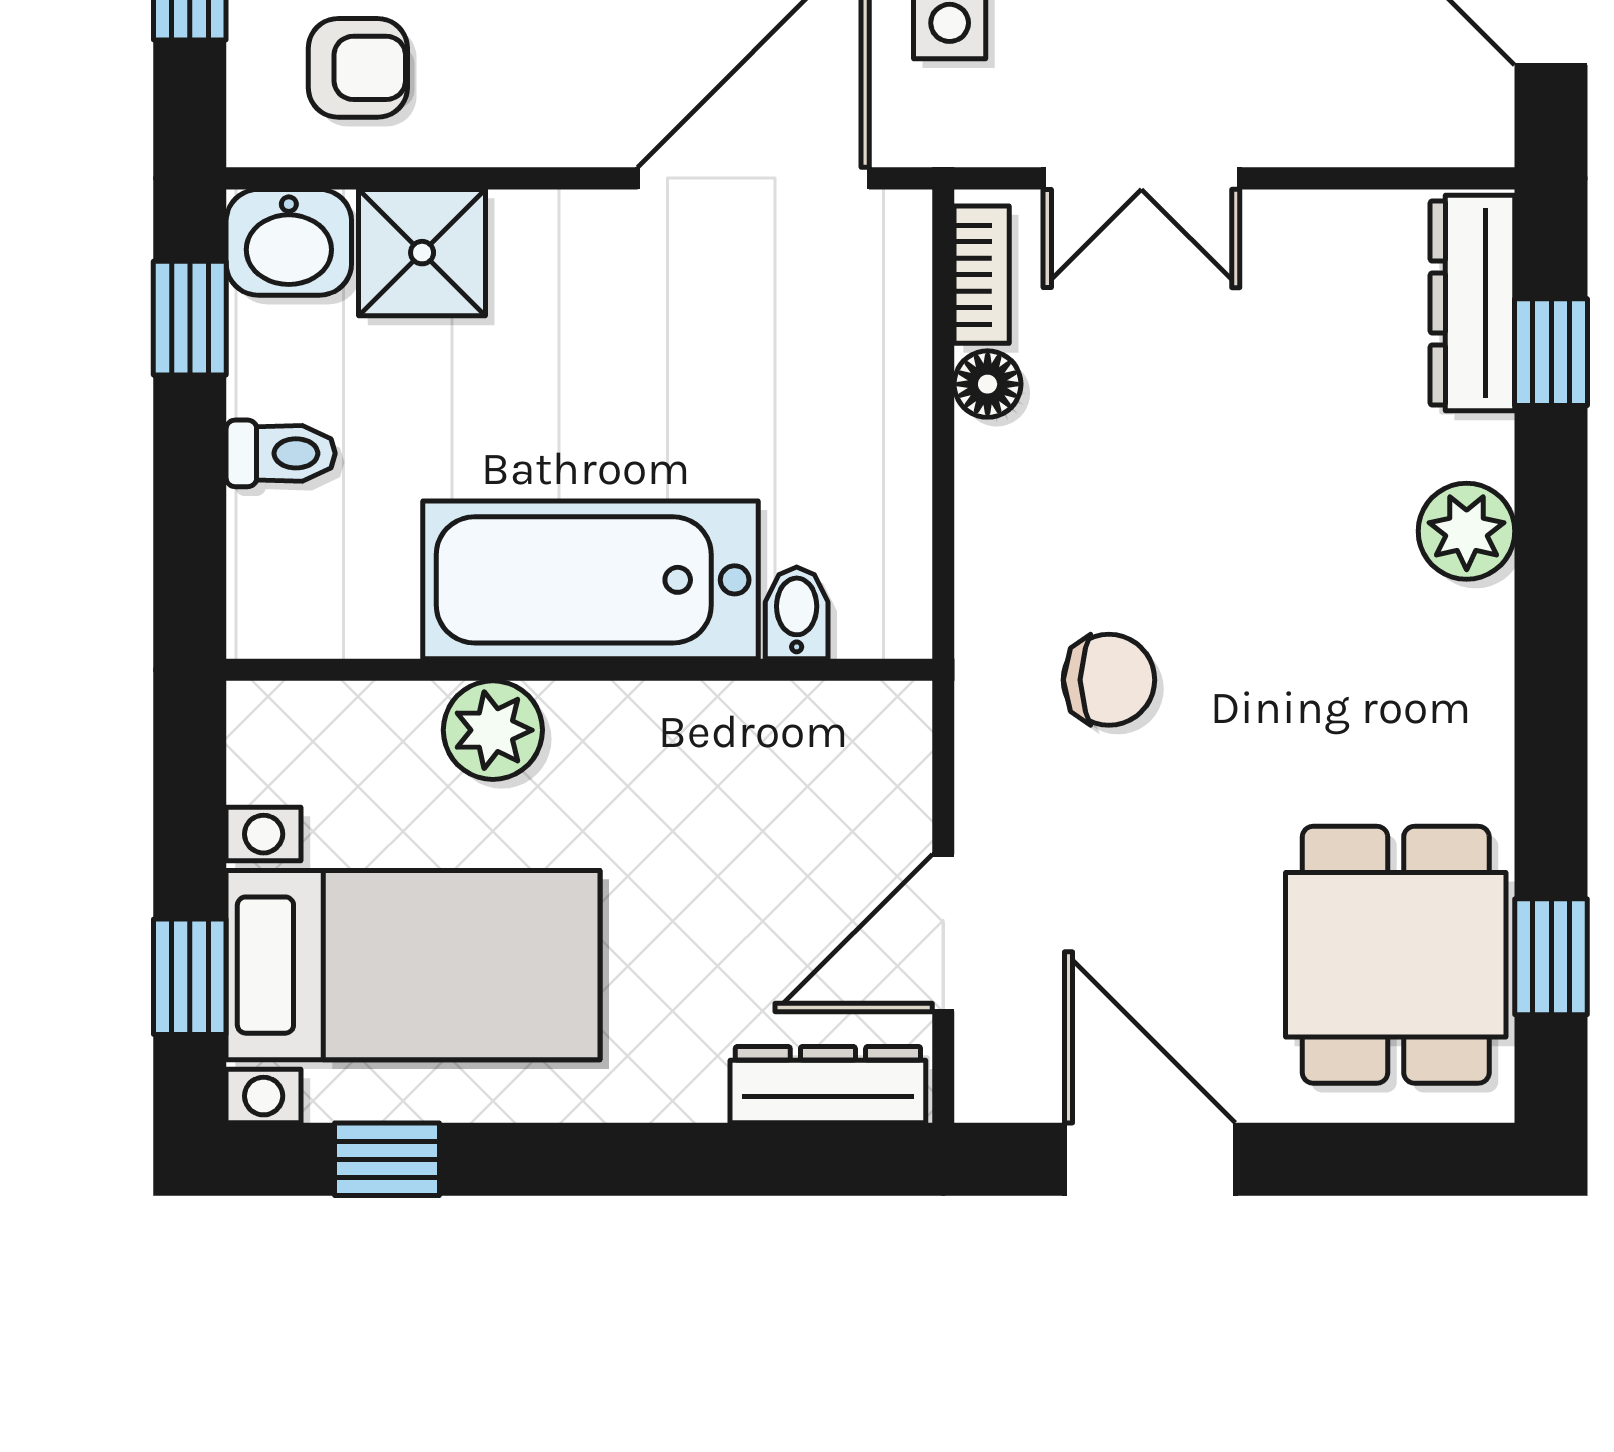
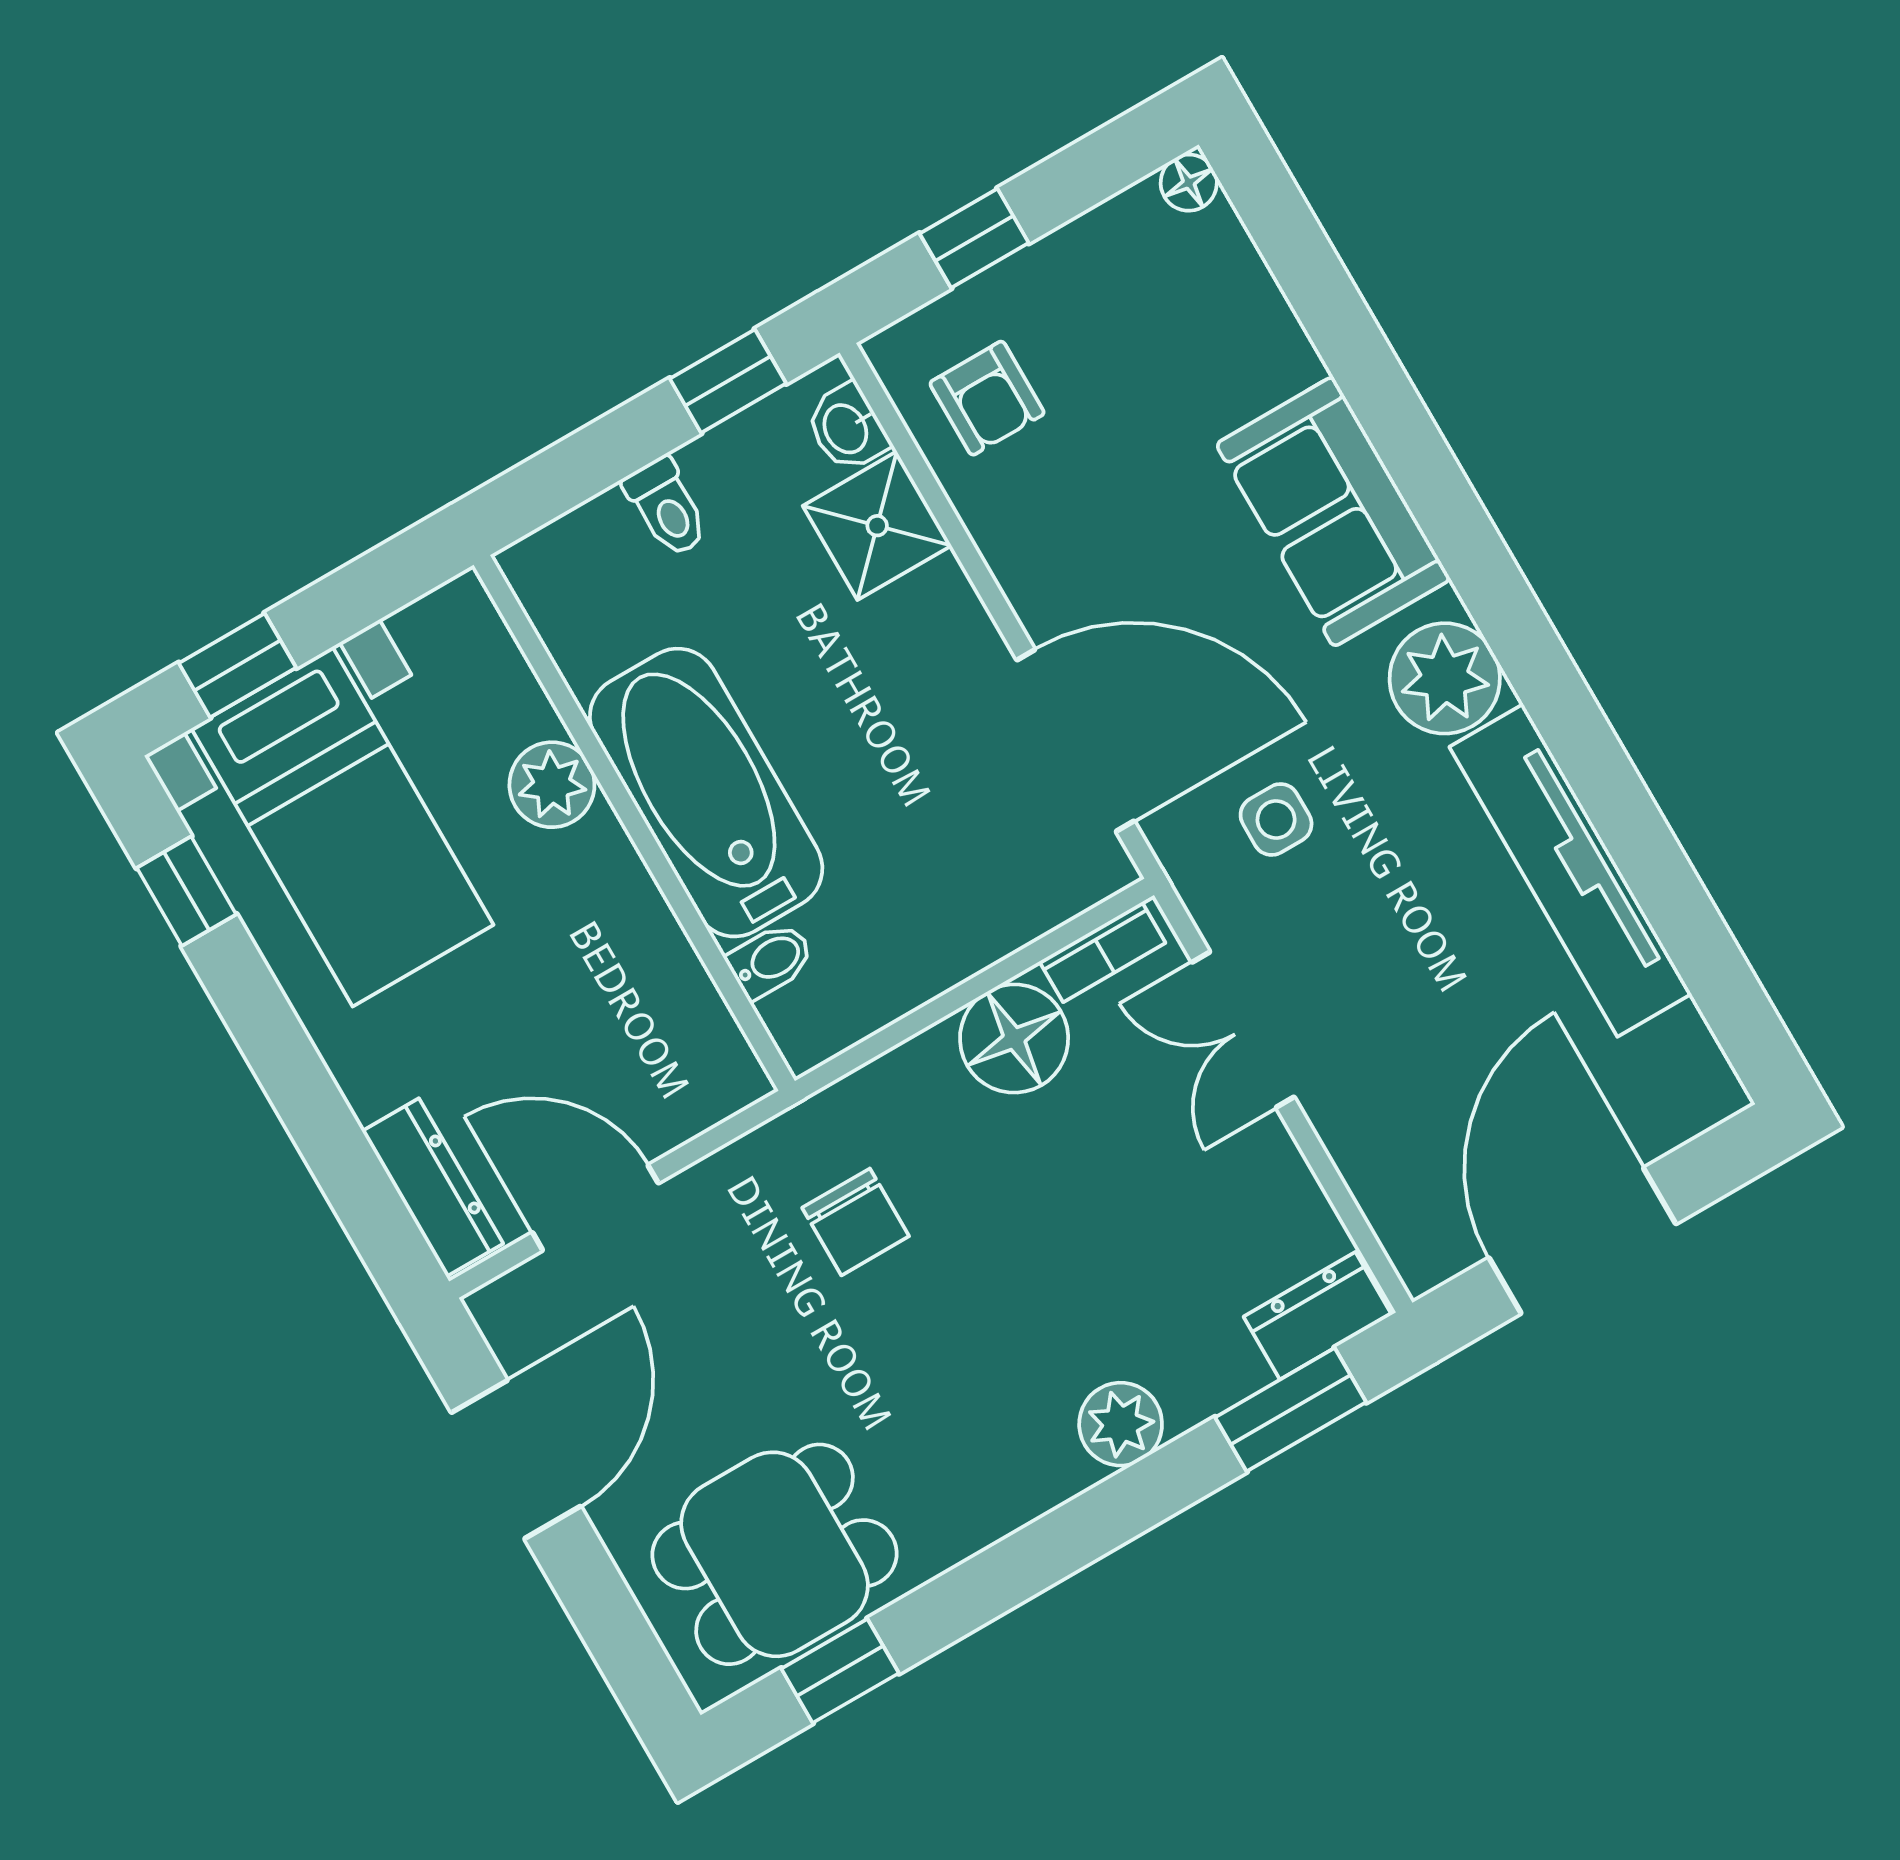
washbasin: (289, 242) -> (847, 428), width x0.72, depth x0.69
dresser: (1472, 303) -> (1318, 1316), width x0.70
window: (1551, 352) -> (1291, 1410), width x1.50
floor lamp: (988, 384) -> (1014, 1039), width x1.89, depth x1.89

